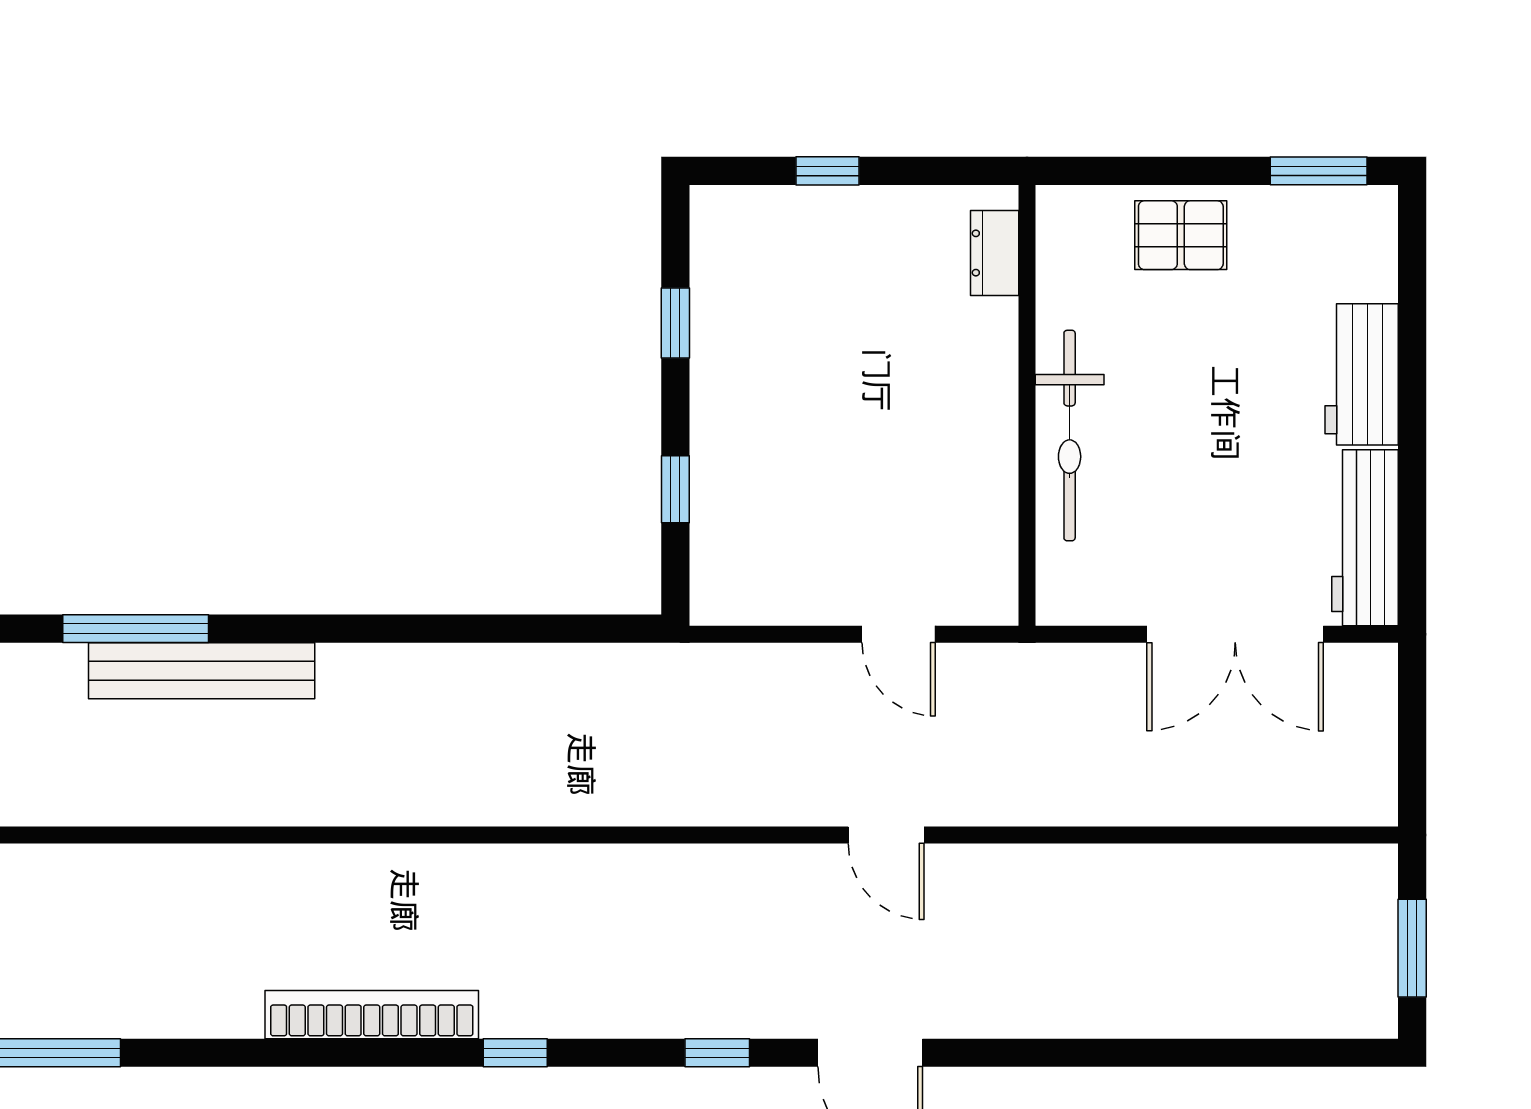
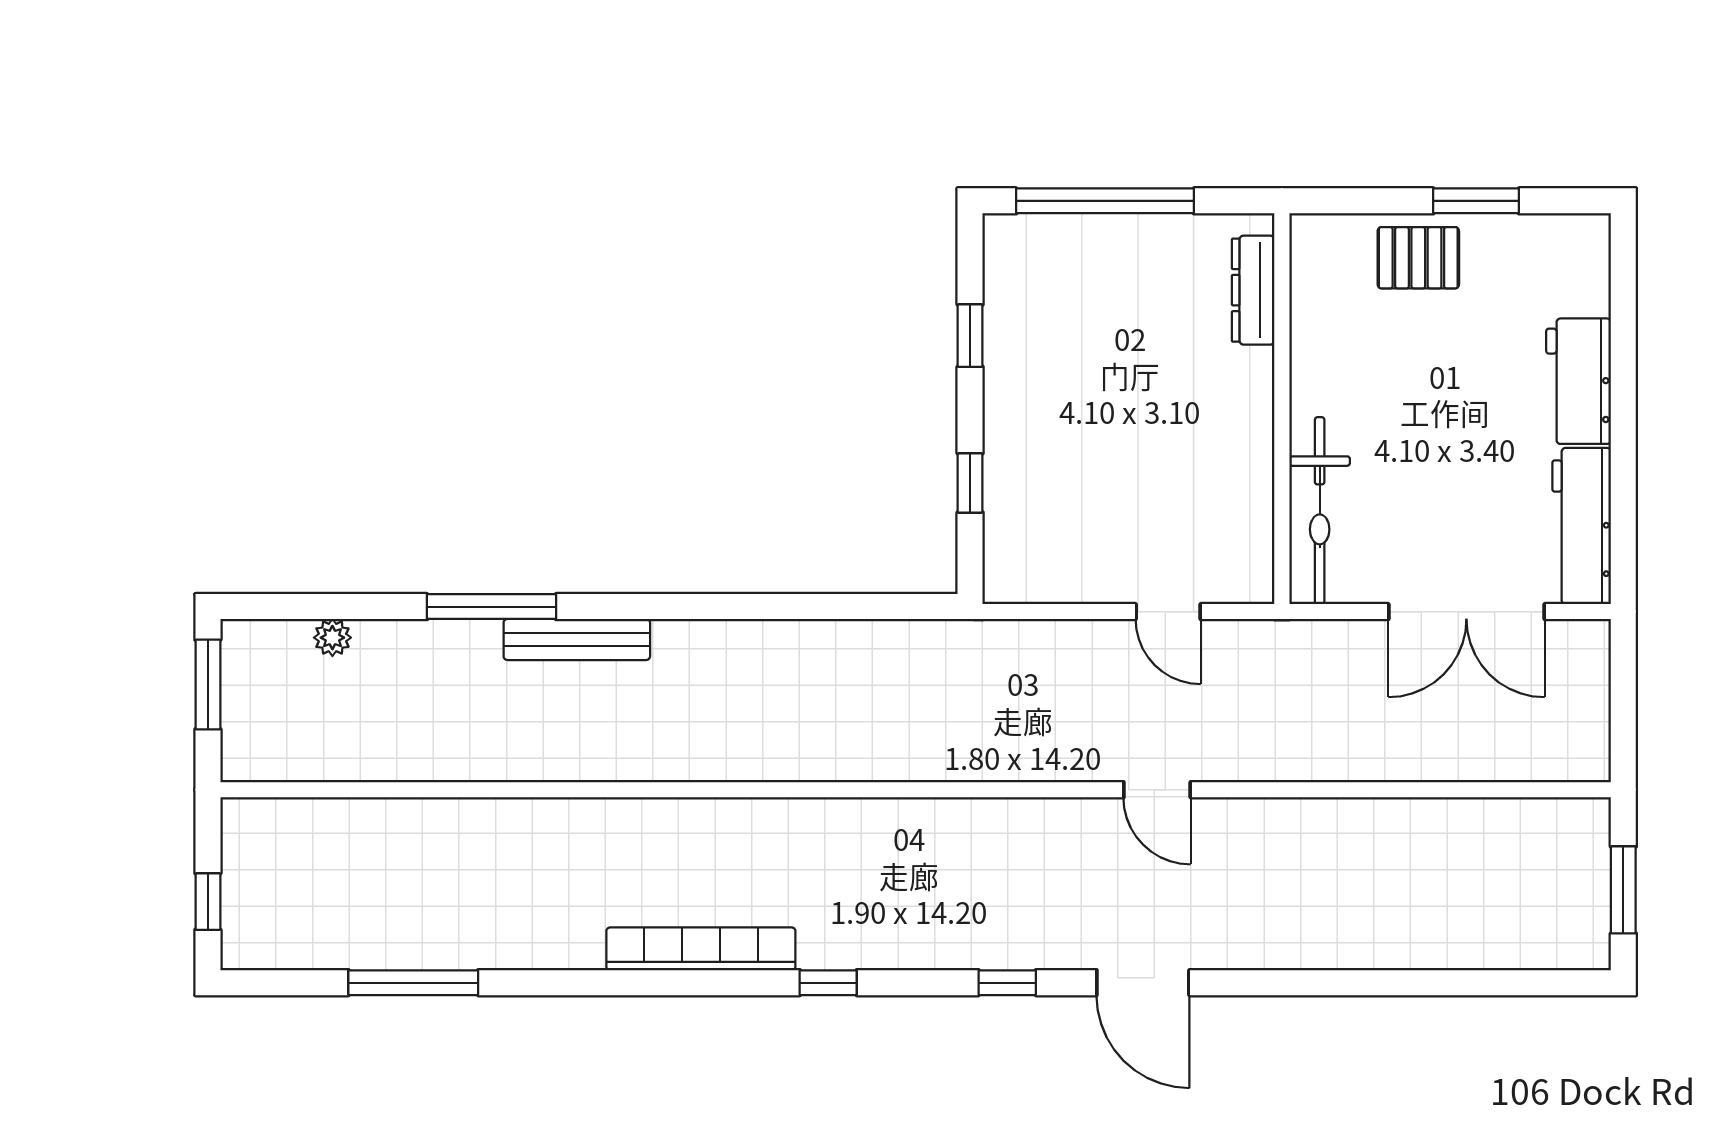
window: (828, 171) -> (1105, 201), width x3.17
window: (1319, 171) -> (1476, 201), moved
dresser: (995, 253) -> (1253, 290), width x1.44
bicycle: (1070, 436) -> (1320, 511), moved
bench: (202, 671) -> (577, 640), width x0.73, depth x0.82

